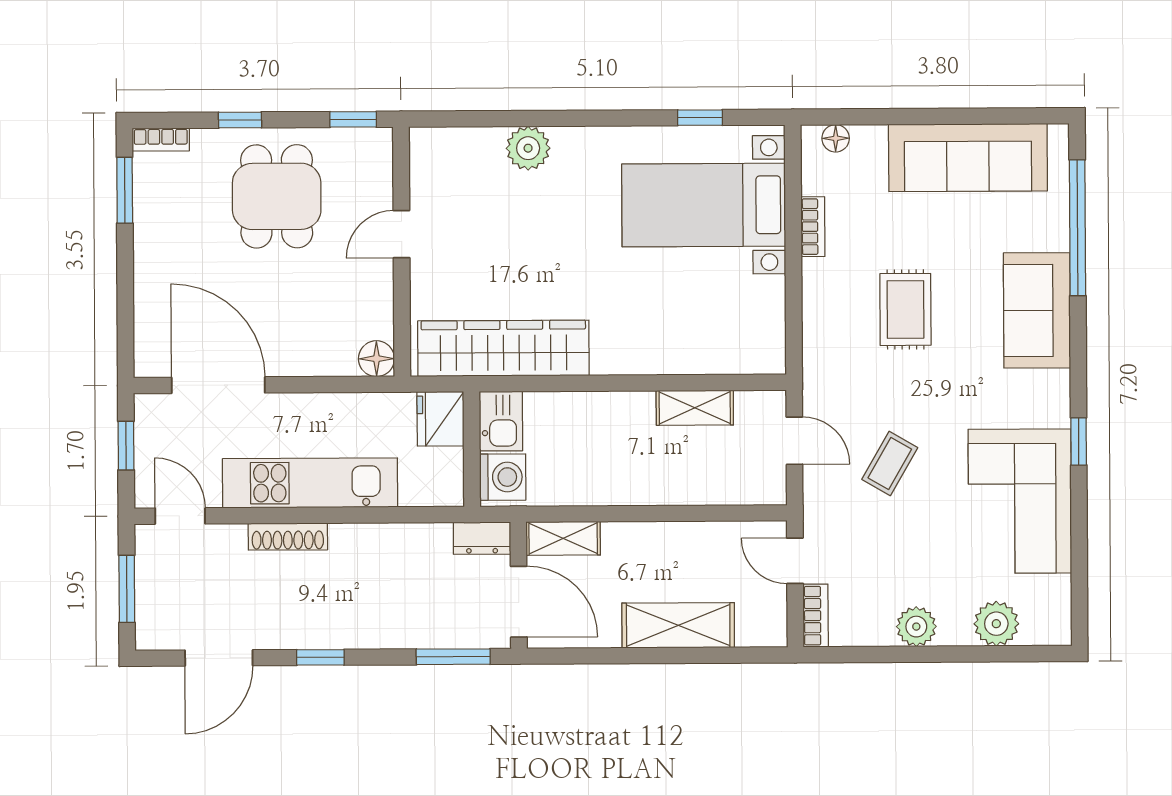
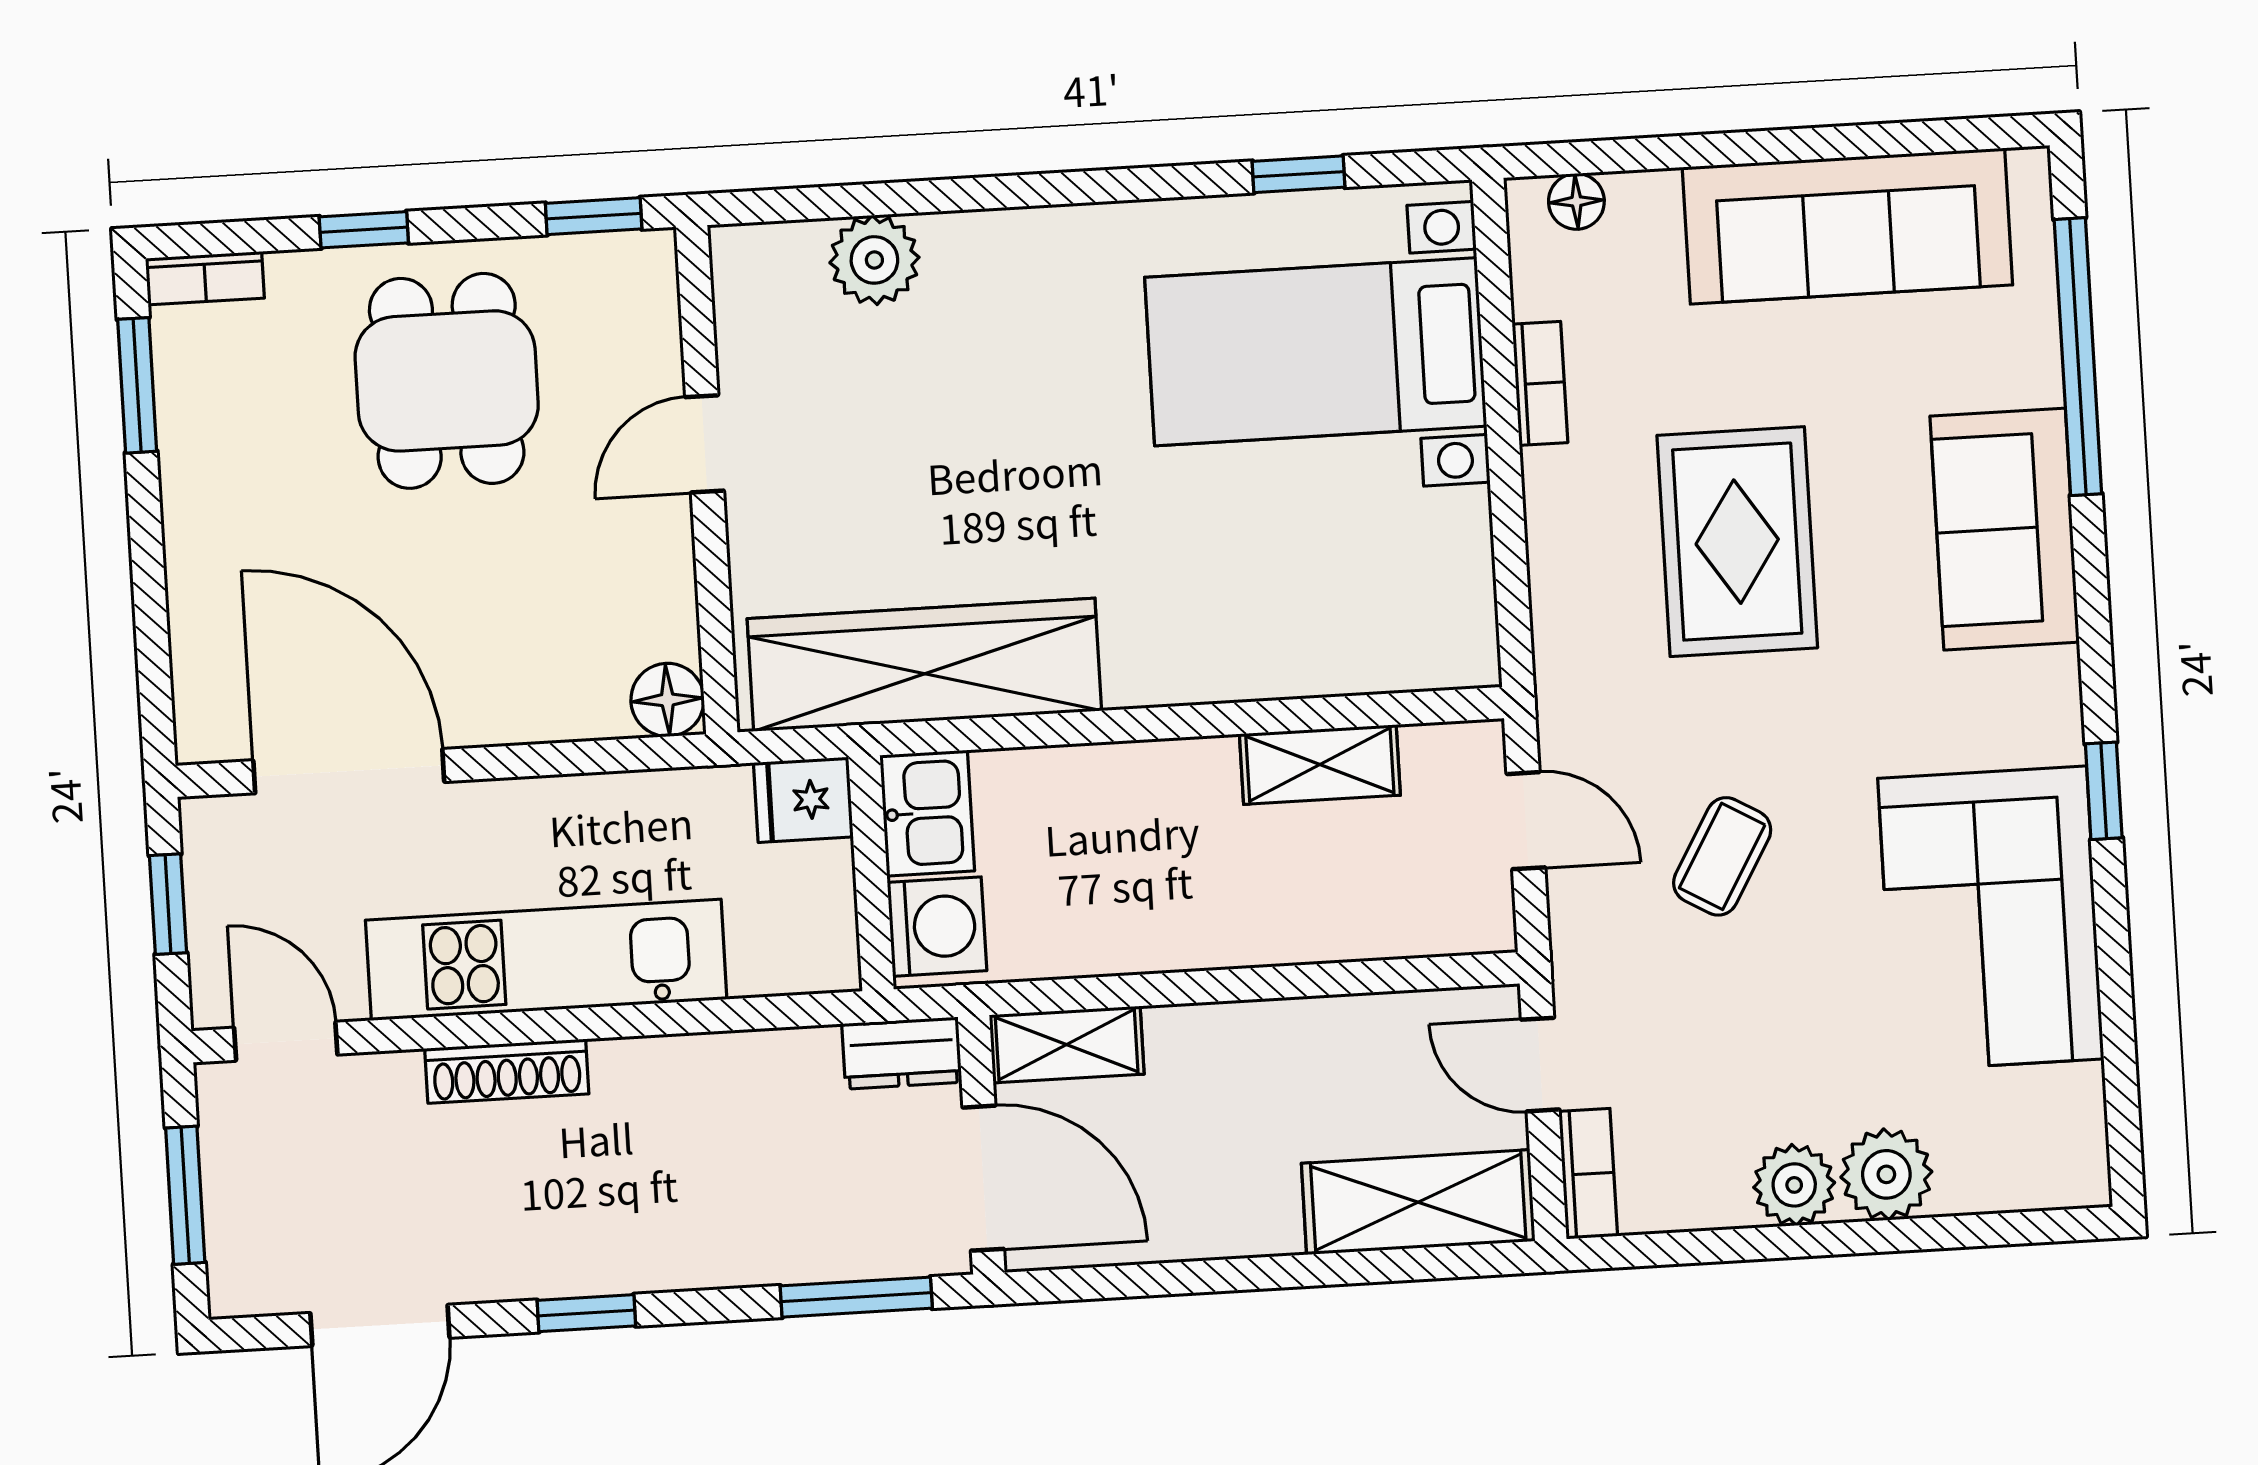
plant: (528, 148) -> (874, 260), moved
rug: (905, 309) -> (1737, 542), width x1.36, depth x1.43
fridge: (441, 419) -> (803, 800), width x0.72
plant: (996, 624) -> (1886, 1174), moved
shelving: (678, 625) -> (1418, 1202), moved

